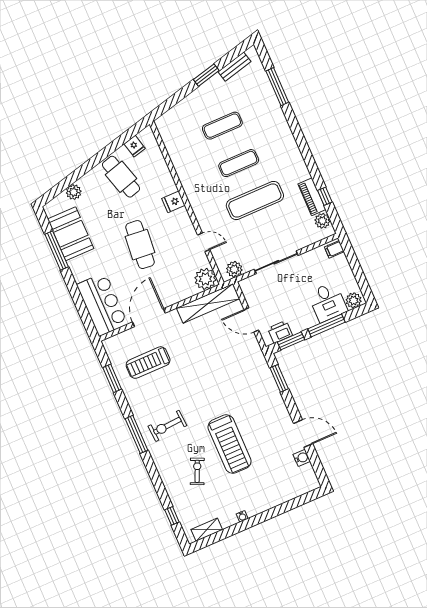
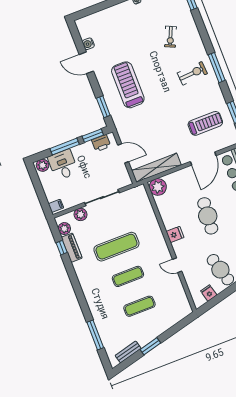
fridge: (173, 202) -> (175, 234), moved
door: (204, 242) -> (177, 265), moved
plant: (234, 269) -> (81, 214), moved
treadmill: (230, 444) -> (128, 85), moved

